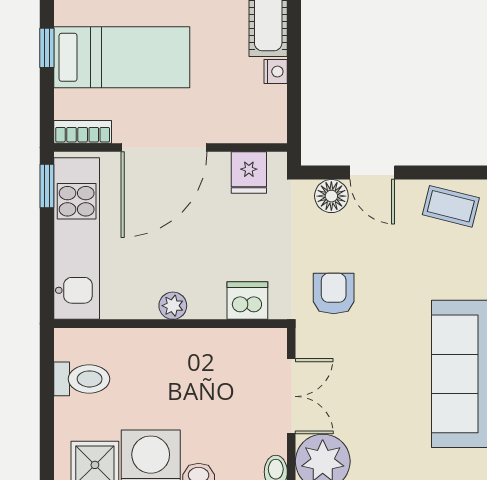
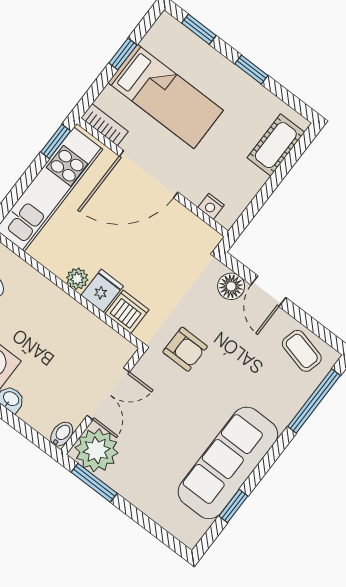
nightstand: (276, 72) -> (211, 206), moved, turned 90
fridge: (249, 173) -> (102, 291), moved, turned 180
armchair: (334, 293) -> (185, 349), turned 90

